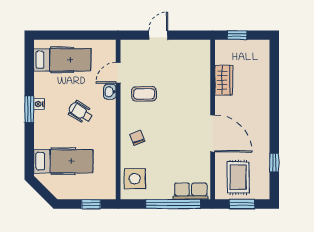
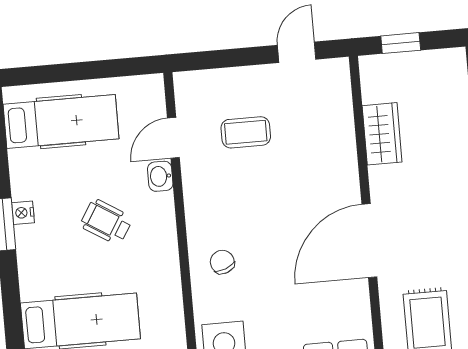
door: (158, 35) -> (297, 52), moved
coffee table: (144, 94) -> (246, 132), moved
door: (213, 133) -> (369, 241), swing flipped

